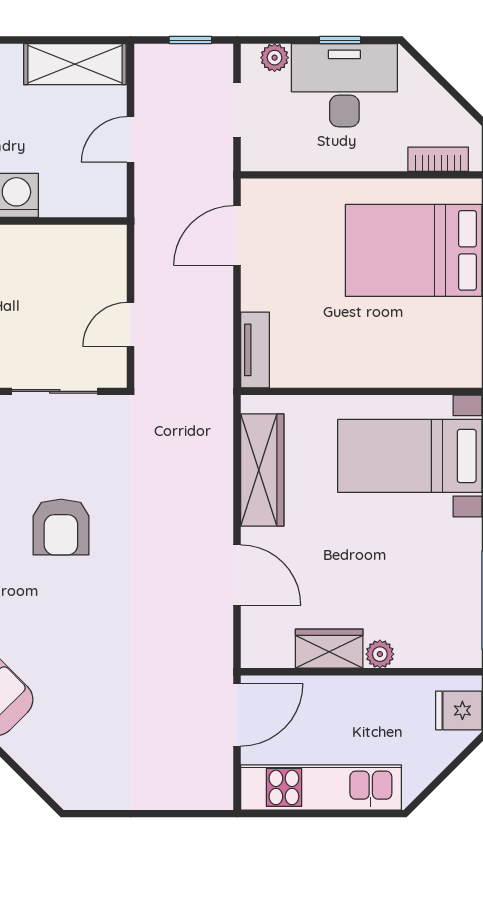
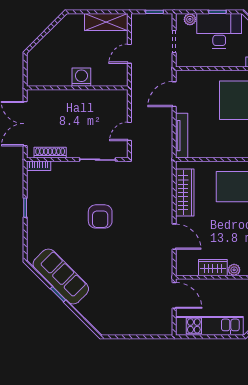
tv unit: (255, 350) -> (182, 136), width x1.41
door: (237, 715) -> (174, 295), hinge flipped

